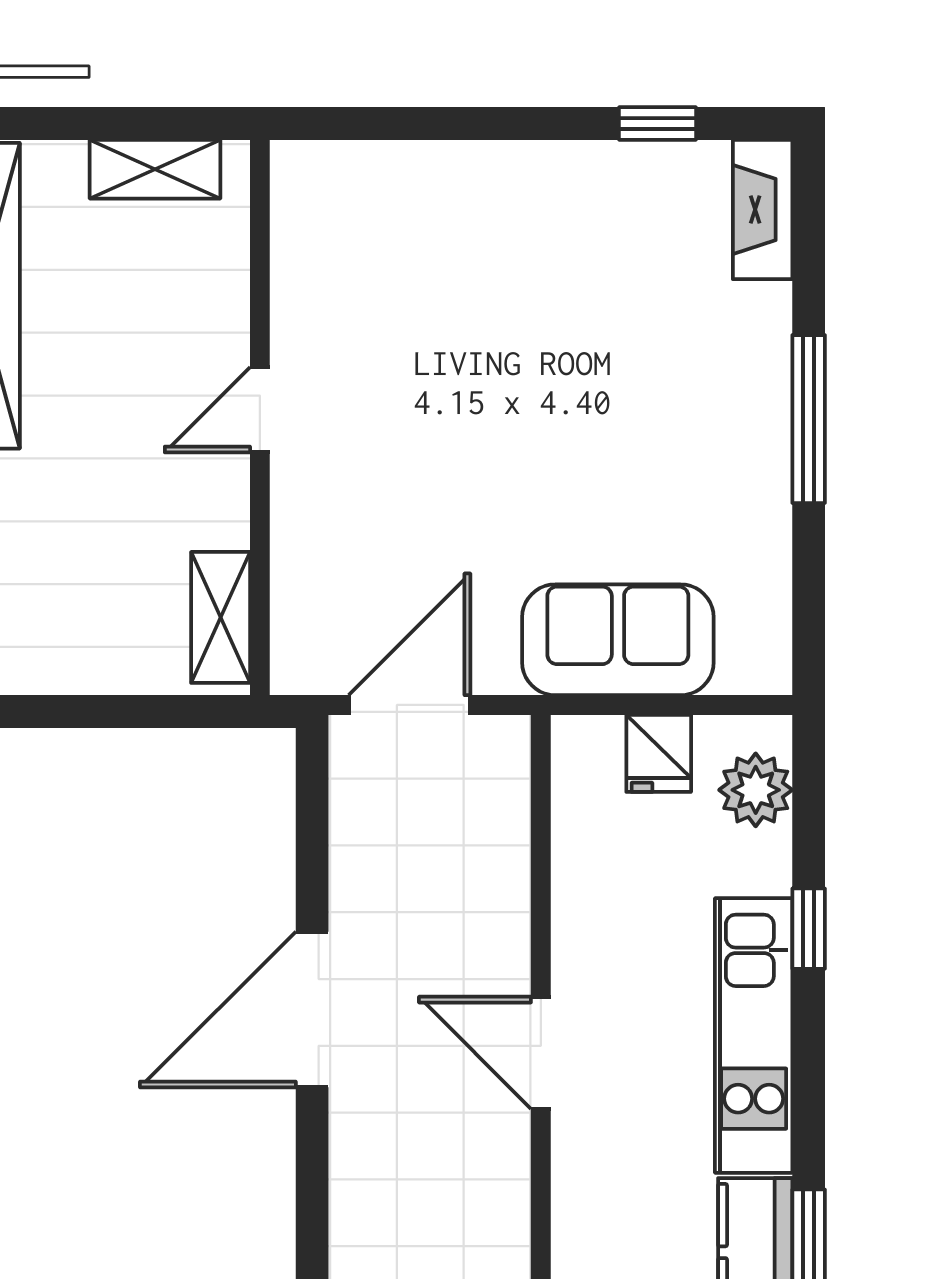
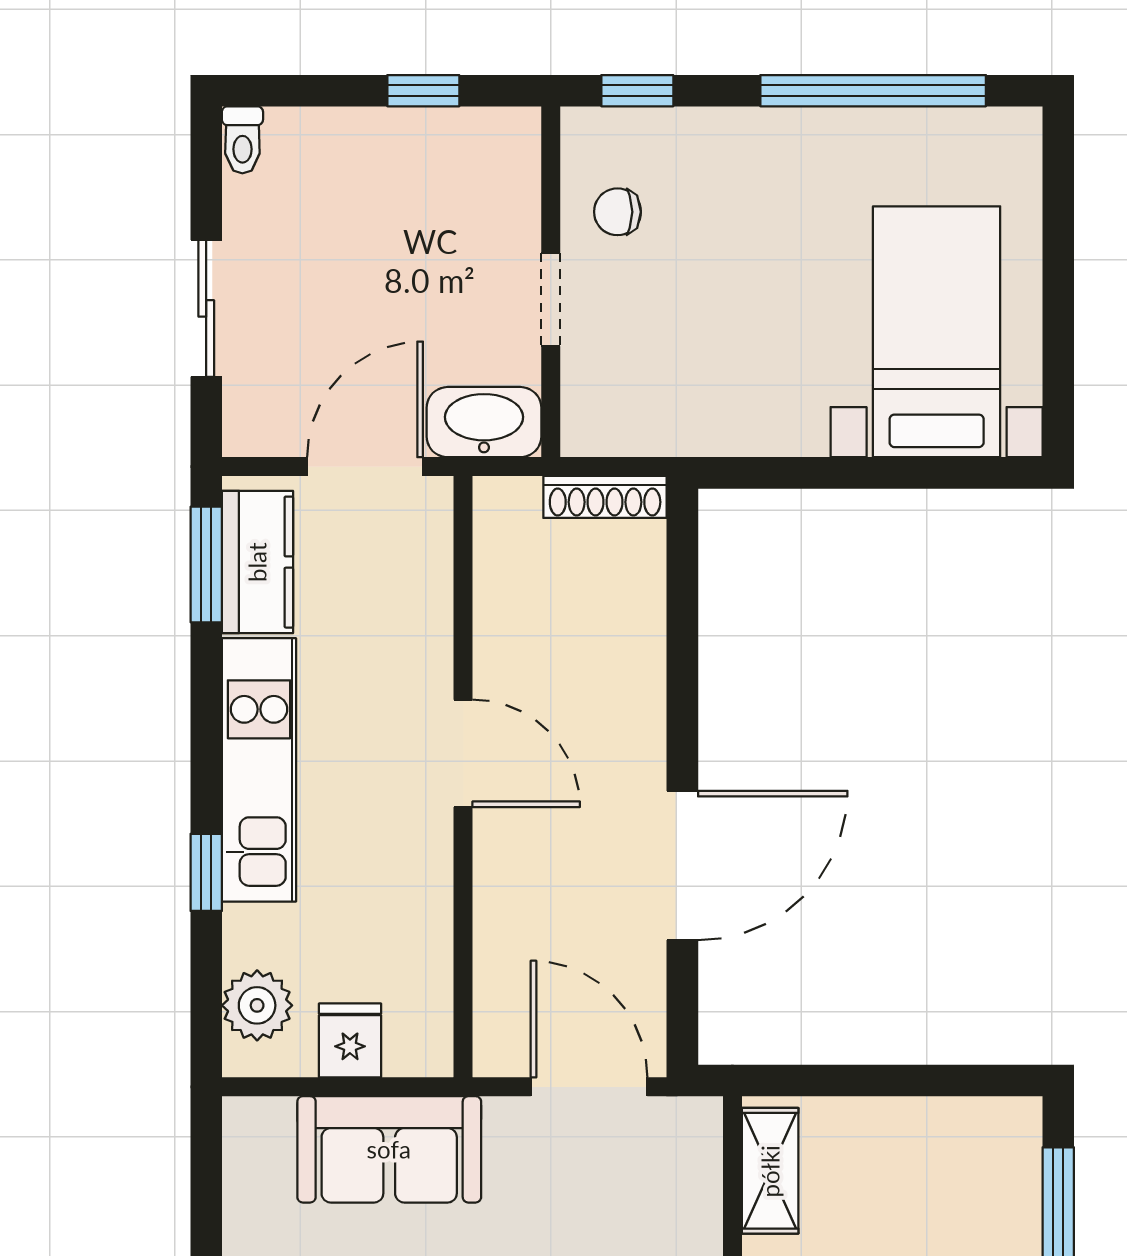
door: (409, 705) -> (589, 1087), swing flipped
door: (312, 1009) -> (682, 866), moved

